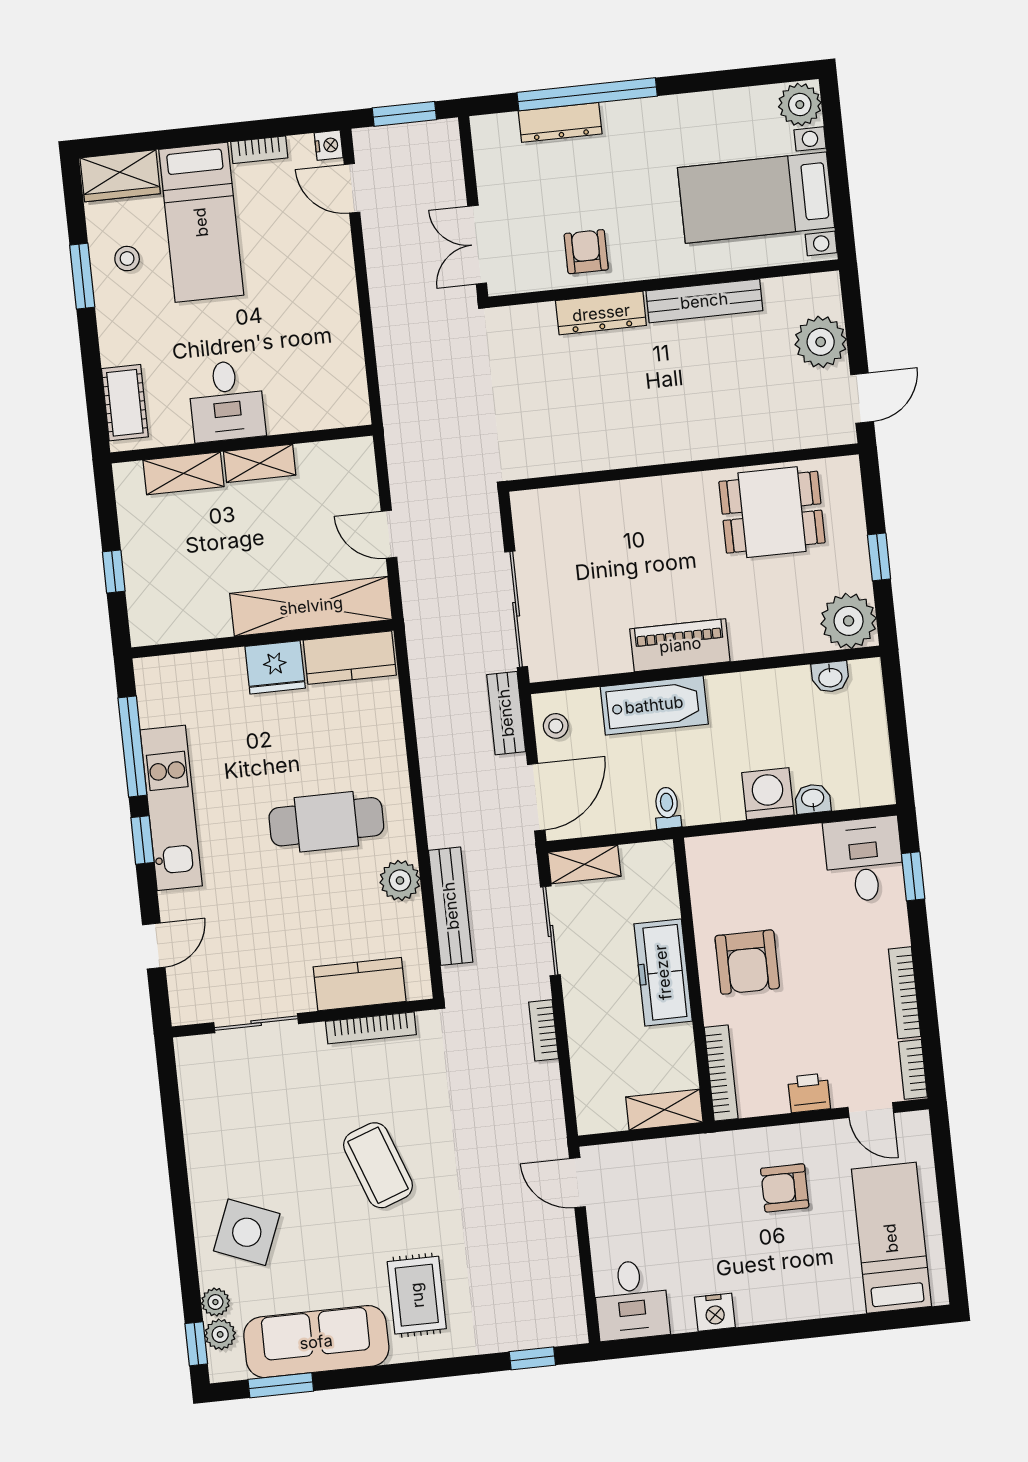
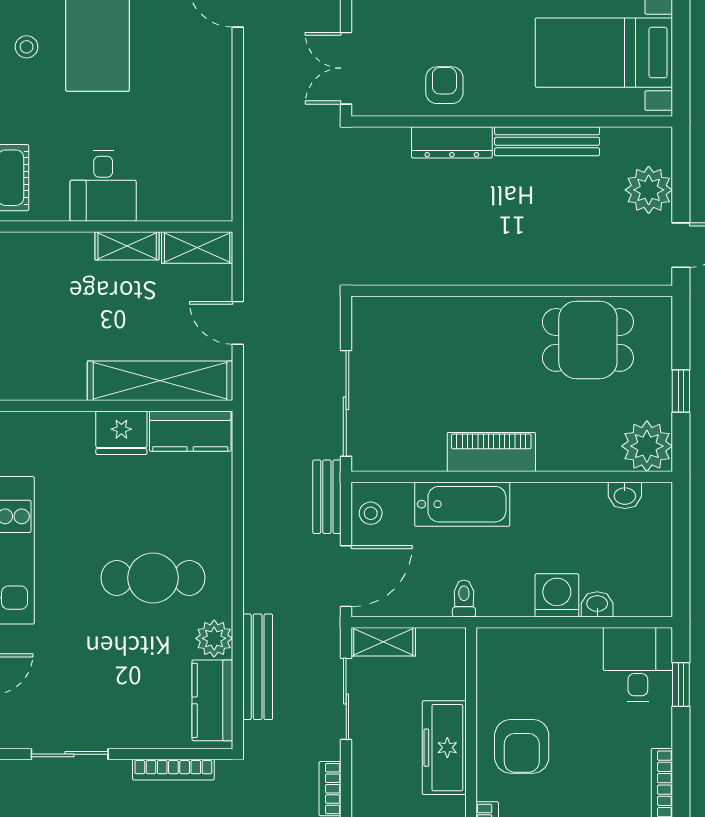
shelving: (184, 473) -> (197, 248), moved
kitchen counter: (360, 984) -> (212, 700), moved, turned -90

